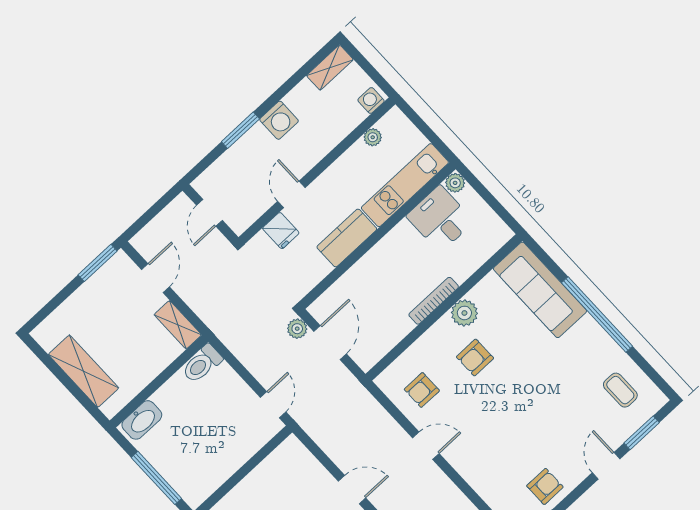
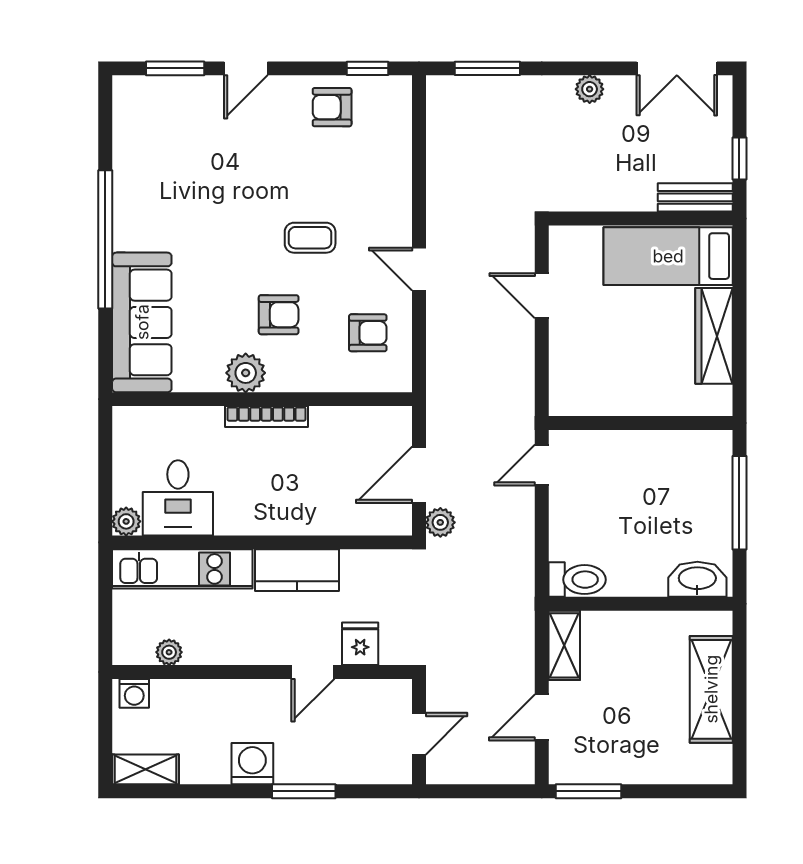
coffee table: (620, 390) -> (310, 238), moved, turned 90

